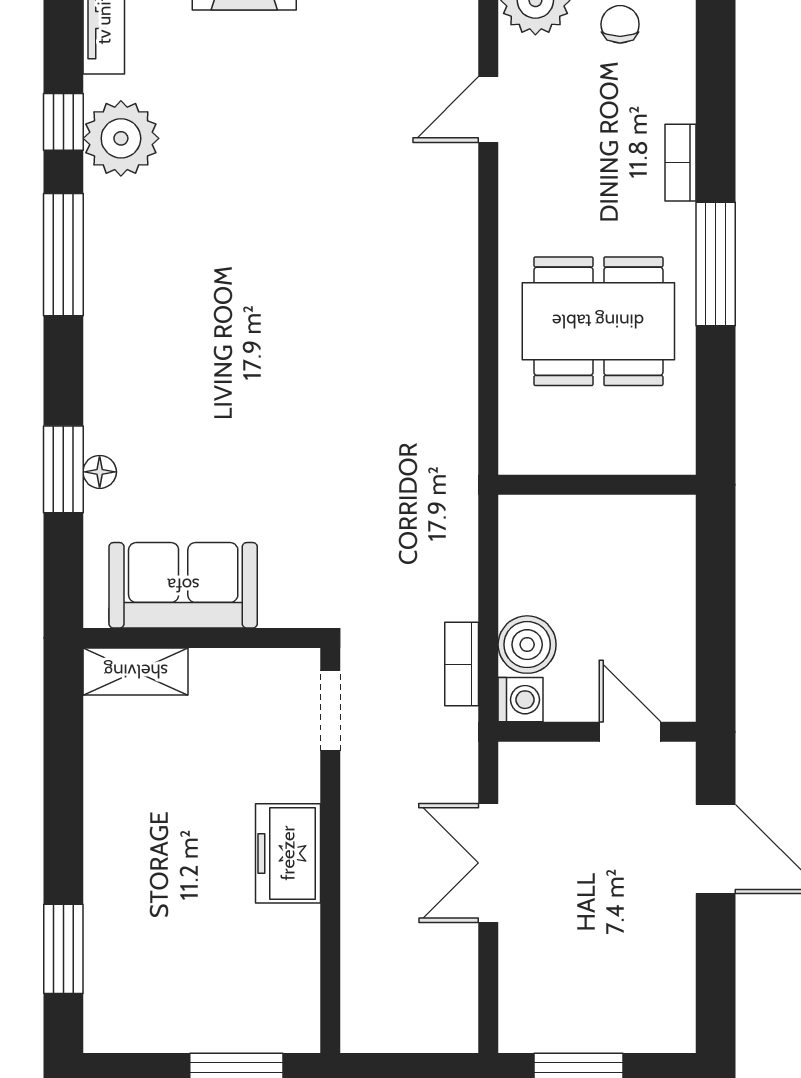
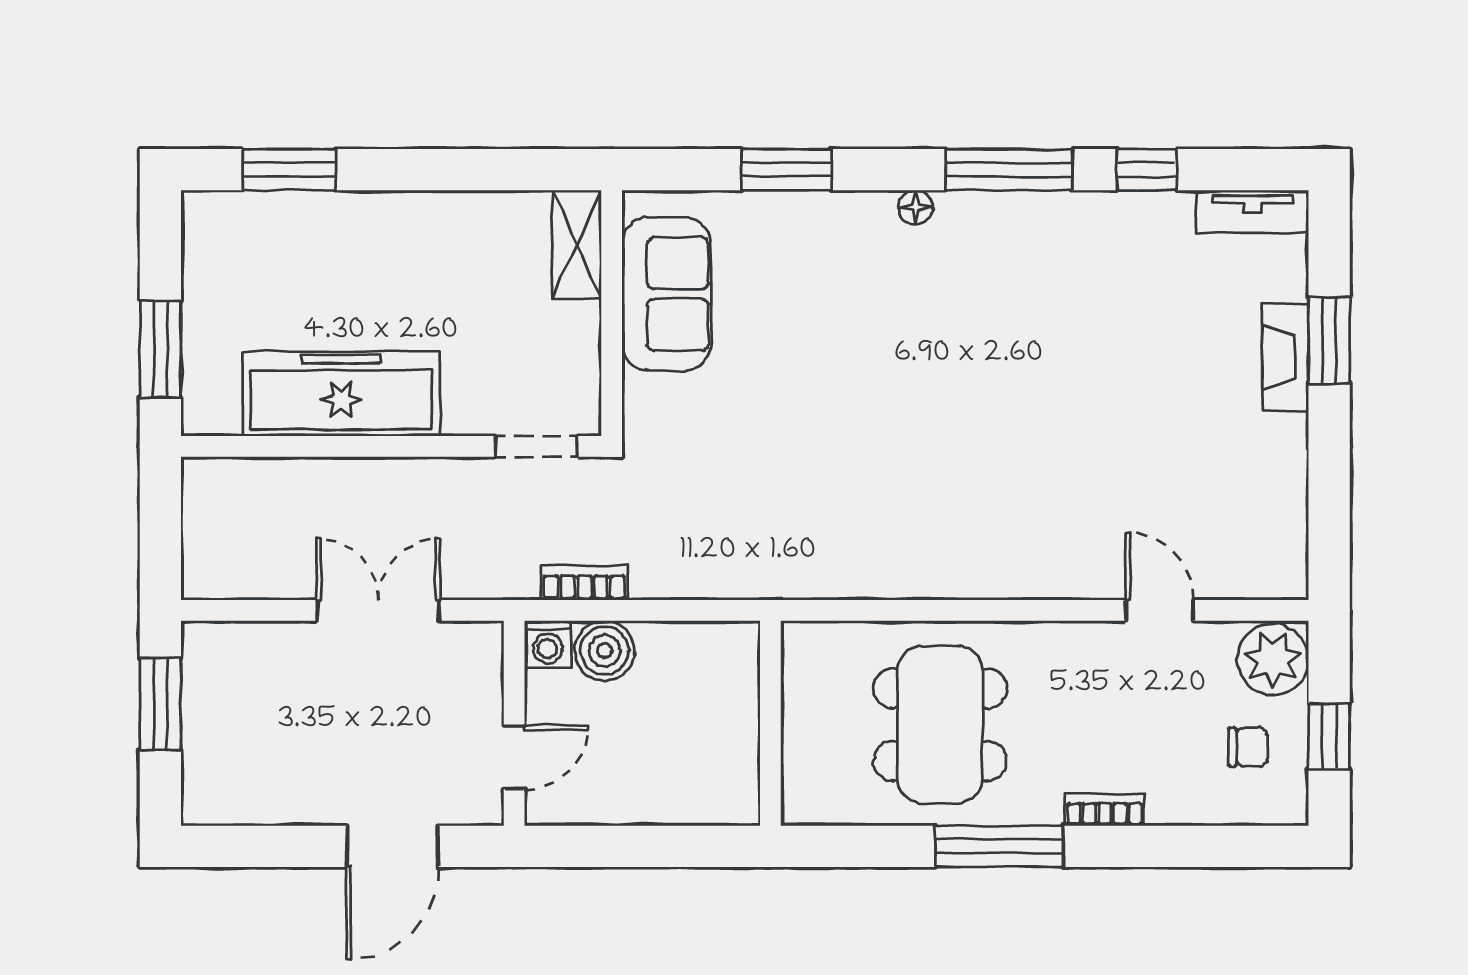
plant: (121, 138) -> (1130, 229), removed
floor lamp: (100, 472) -> (915, 207), moved
freezer: (288, 853) -> (341, 394), width x1.91, depth x1.26

